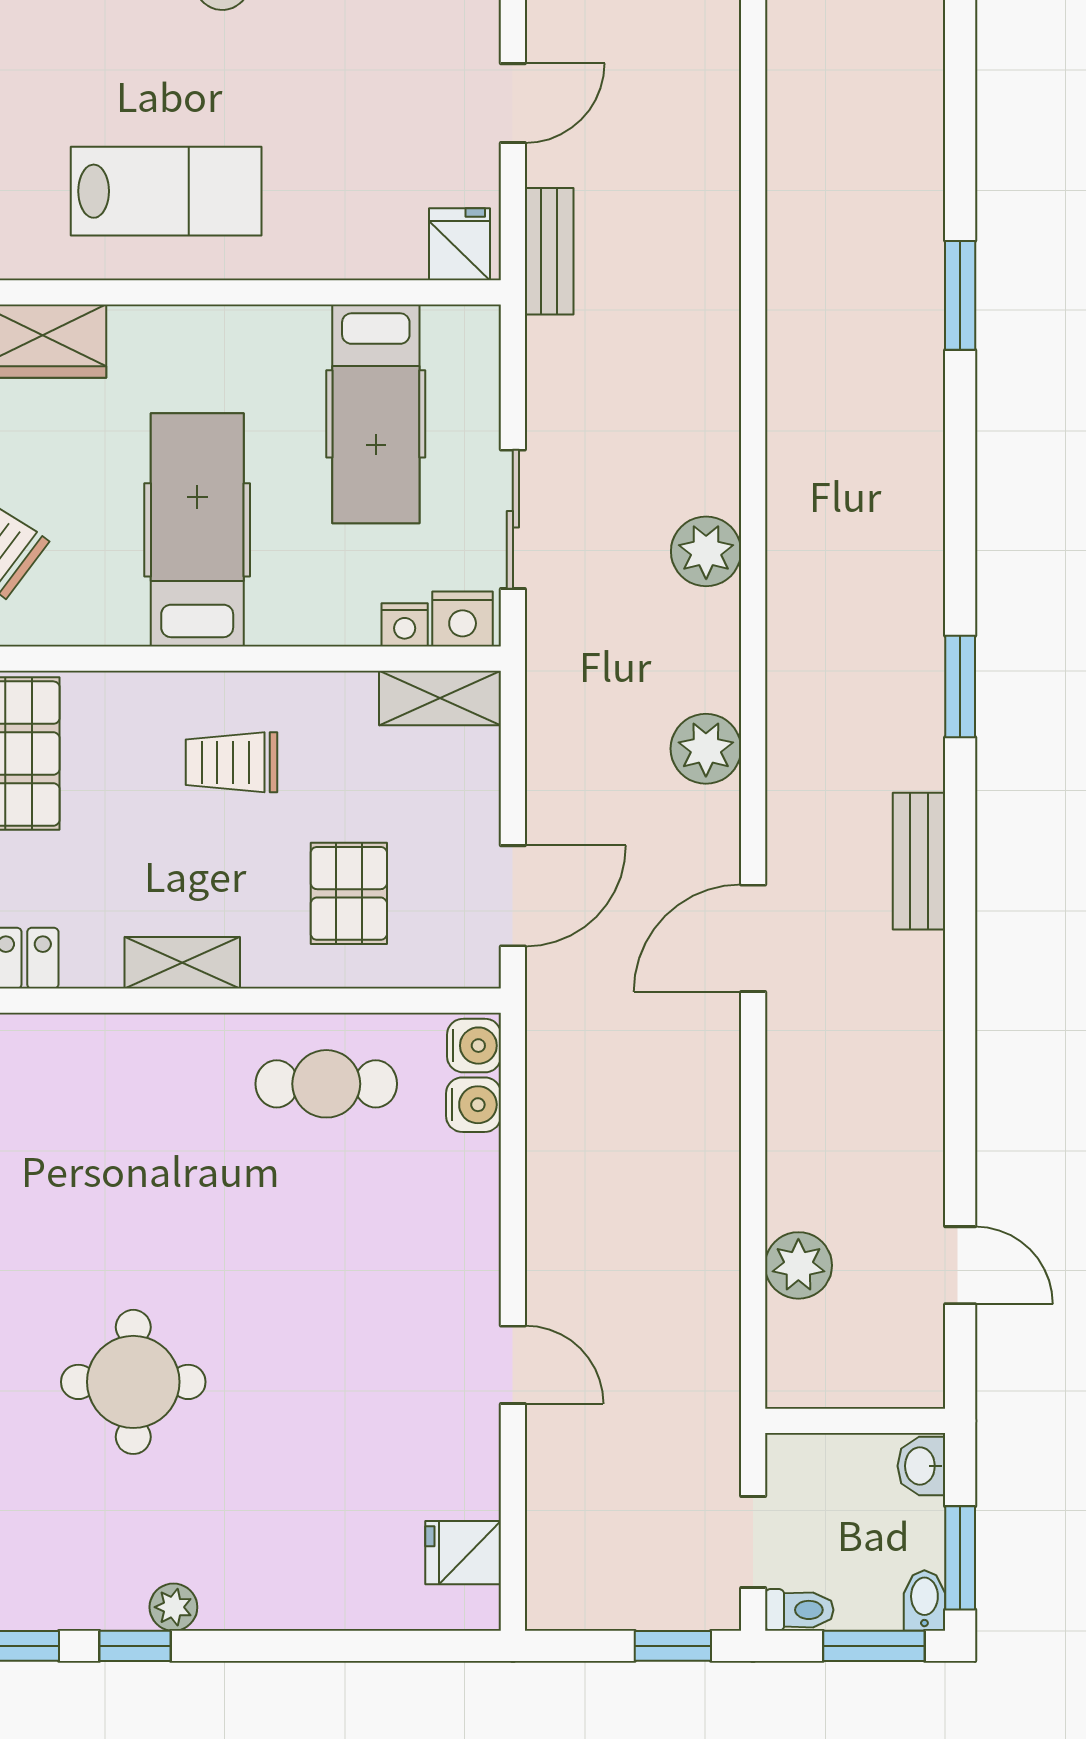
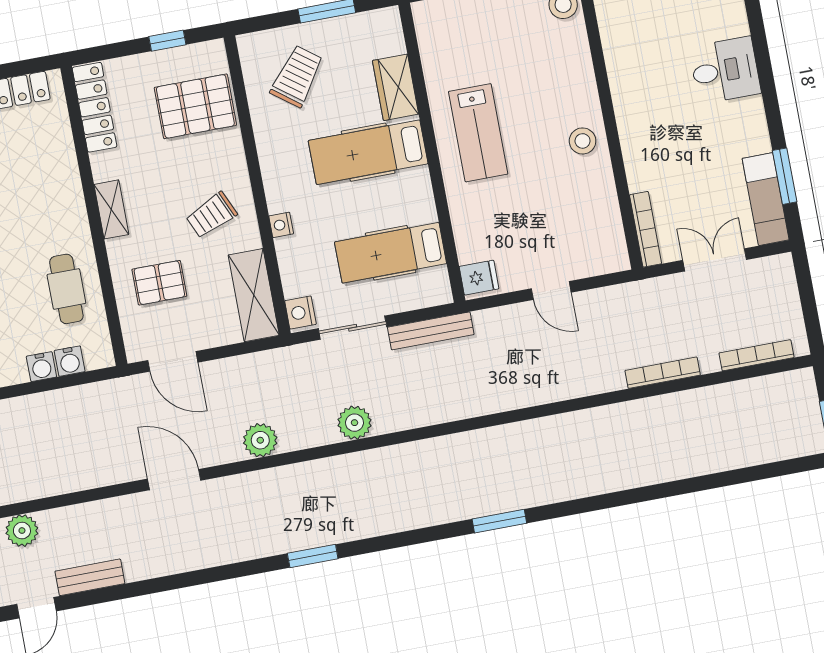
bench: (549, 251) -> (431, 331), moved, width x1.36
hospital bed: (197, 530) -> (368, 152), moved, turned 180
nightstand: (405, 625) -> (281, 225), moved
shelving: (440, 698) -> (254, 295), width x1.50, depth x1.33
trolley: (232, 762) -> (211, 215), turned -114
bench: (919, 861) -> (90, 577), moved
water cooler: (474, 1046) -> (41, 367), moved

